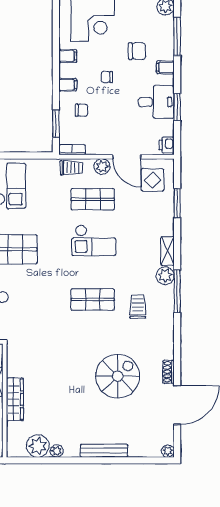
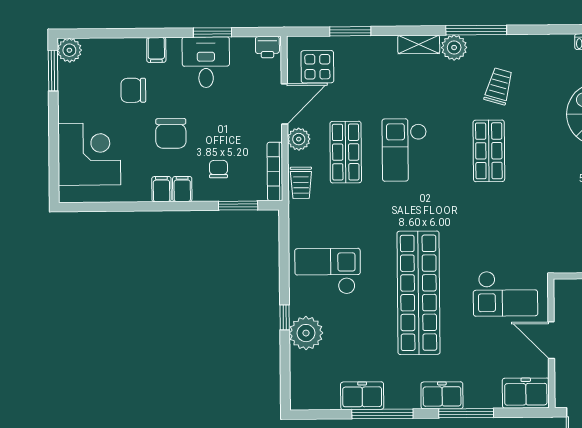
window: (177, 36) -> (112, 33), removed
chair: (137, 51) -> (133, 90), turned -90
filing cabinet: (68, 56) -> (161, 189), moved
chair: (107, 77) -> (171, 133), width x1.87, depth x1.87
bookcase: (72, 150) -> (275, 172), width x1.56
trolley: (71, 168) -> (301, 183), turned 180
checkout: (94, 240) -> (404, 150), turned 180
trolley: (138, 307) -> (499, 86), turned 106

